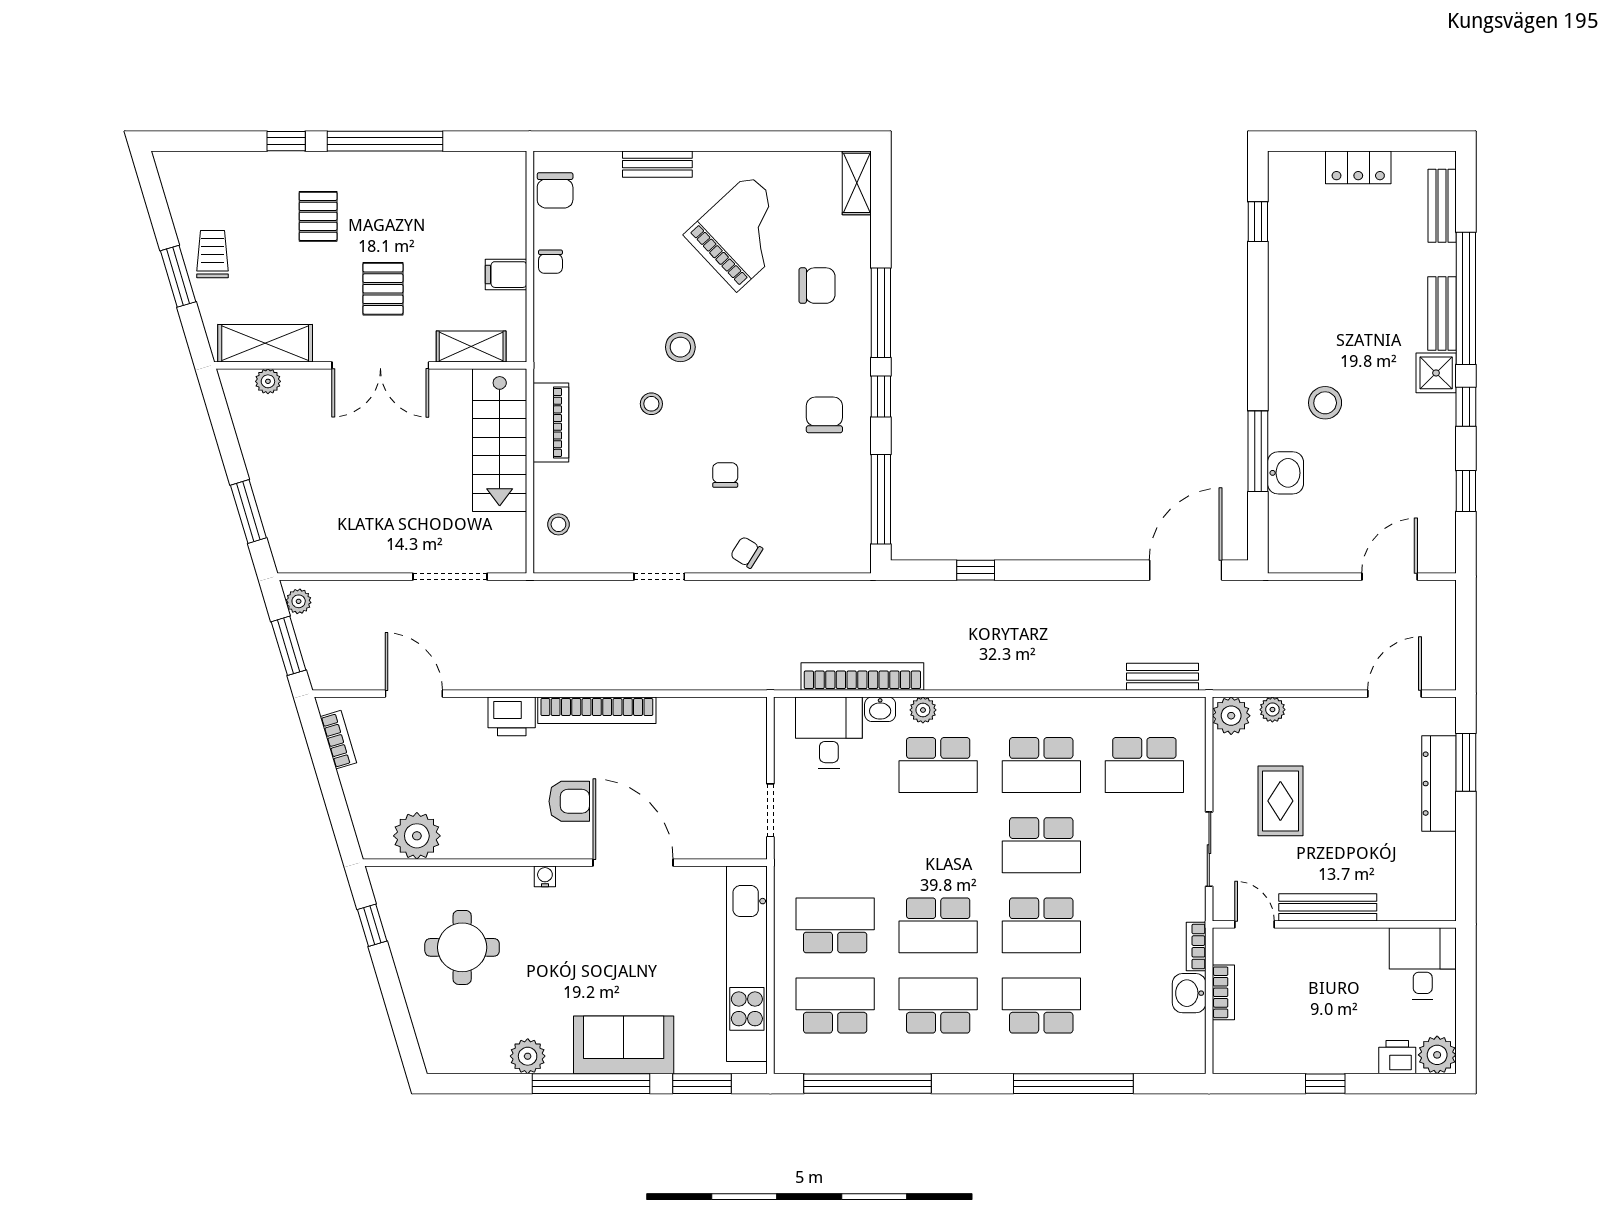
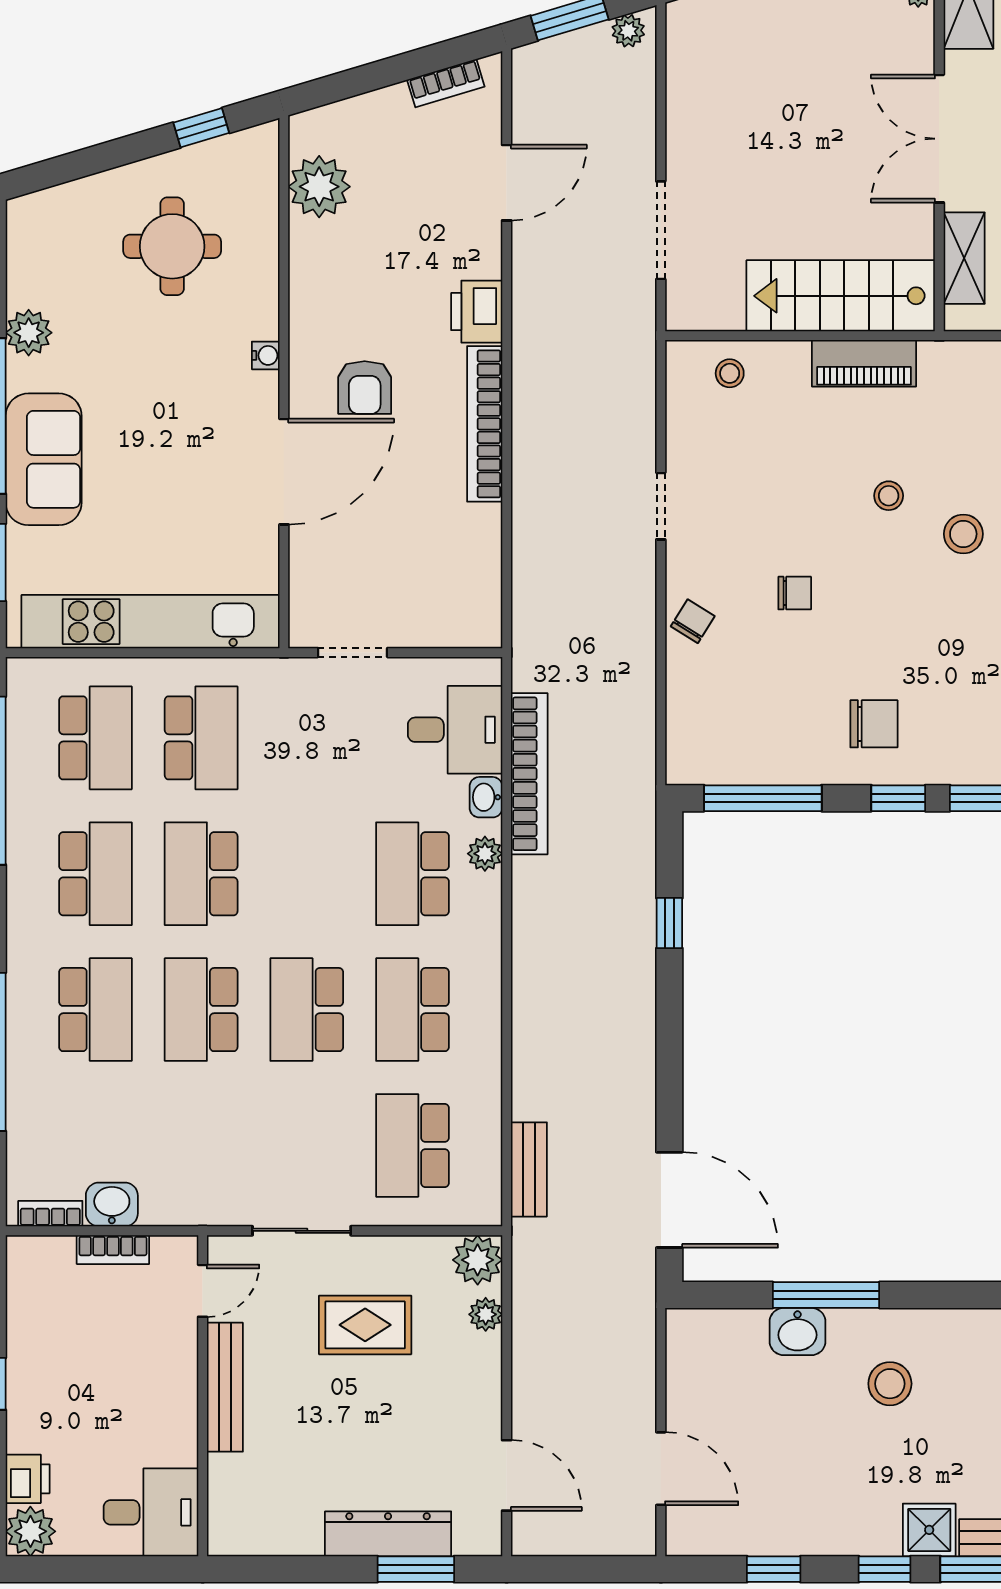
bookcase: (1196, 946) -> (50, 1214), moved

